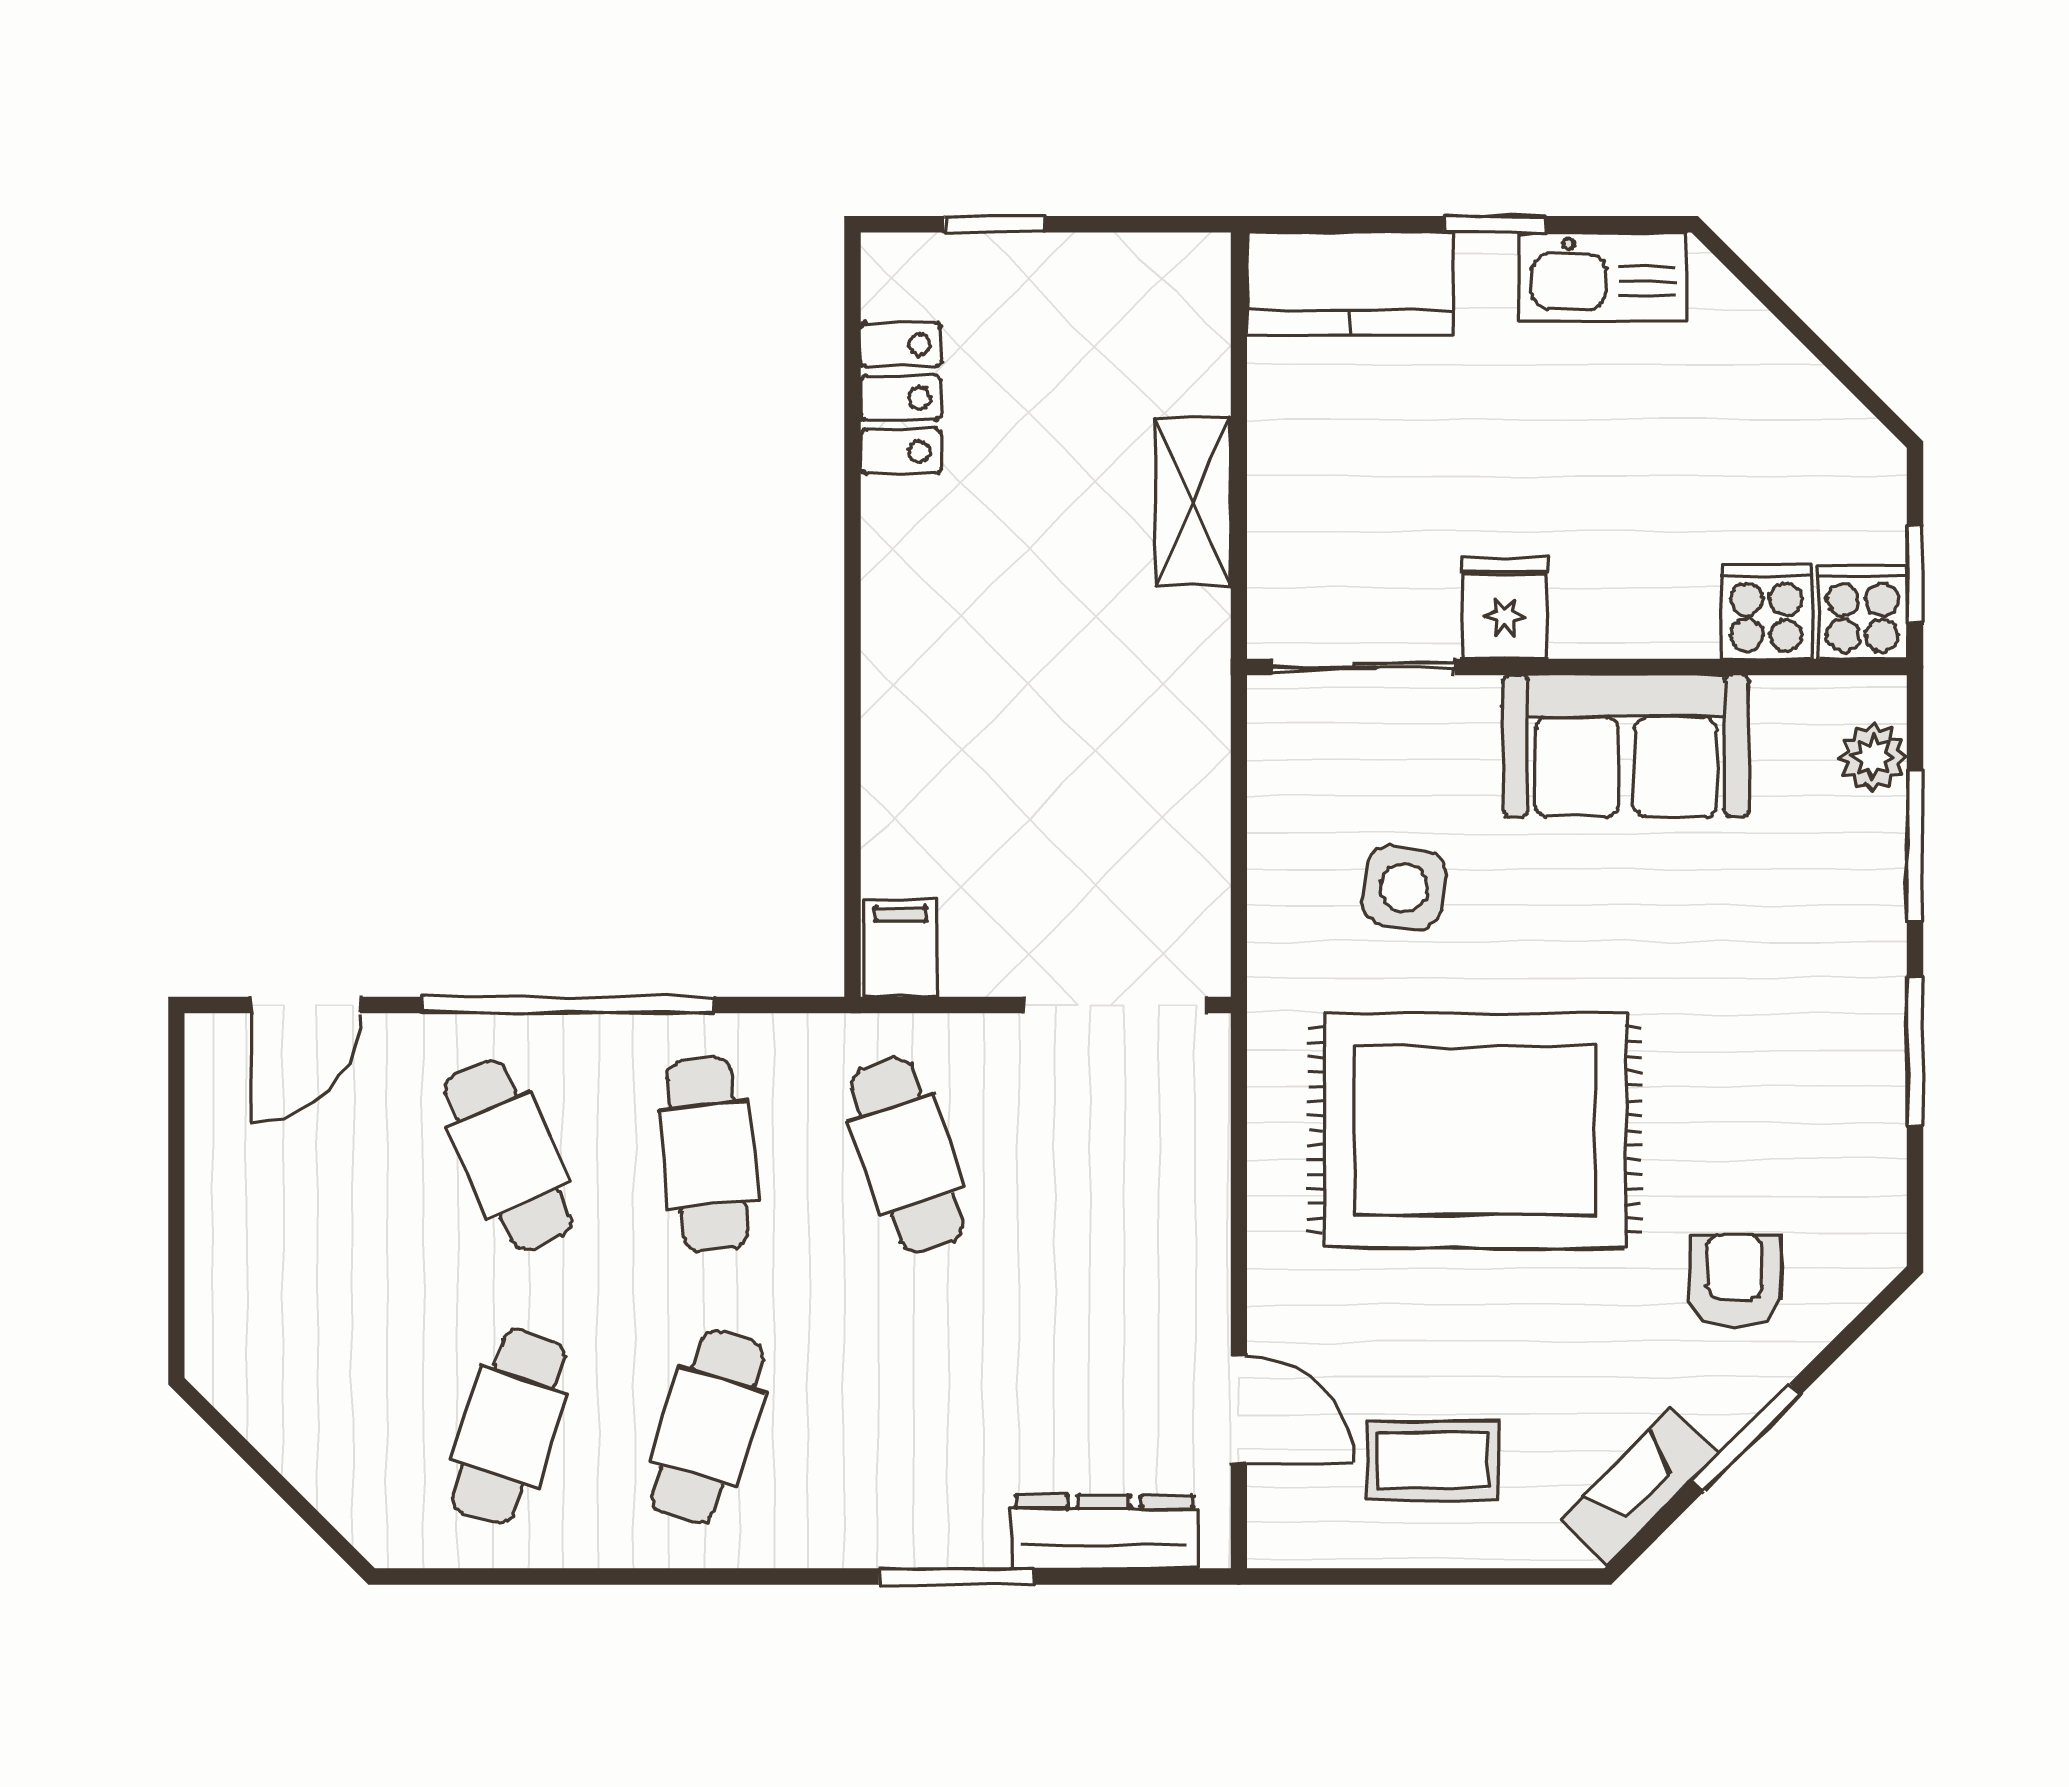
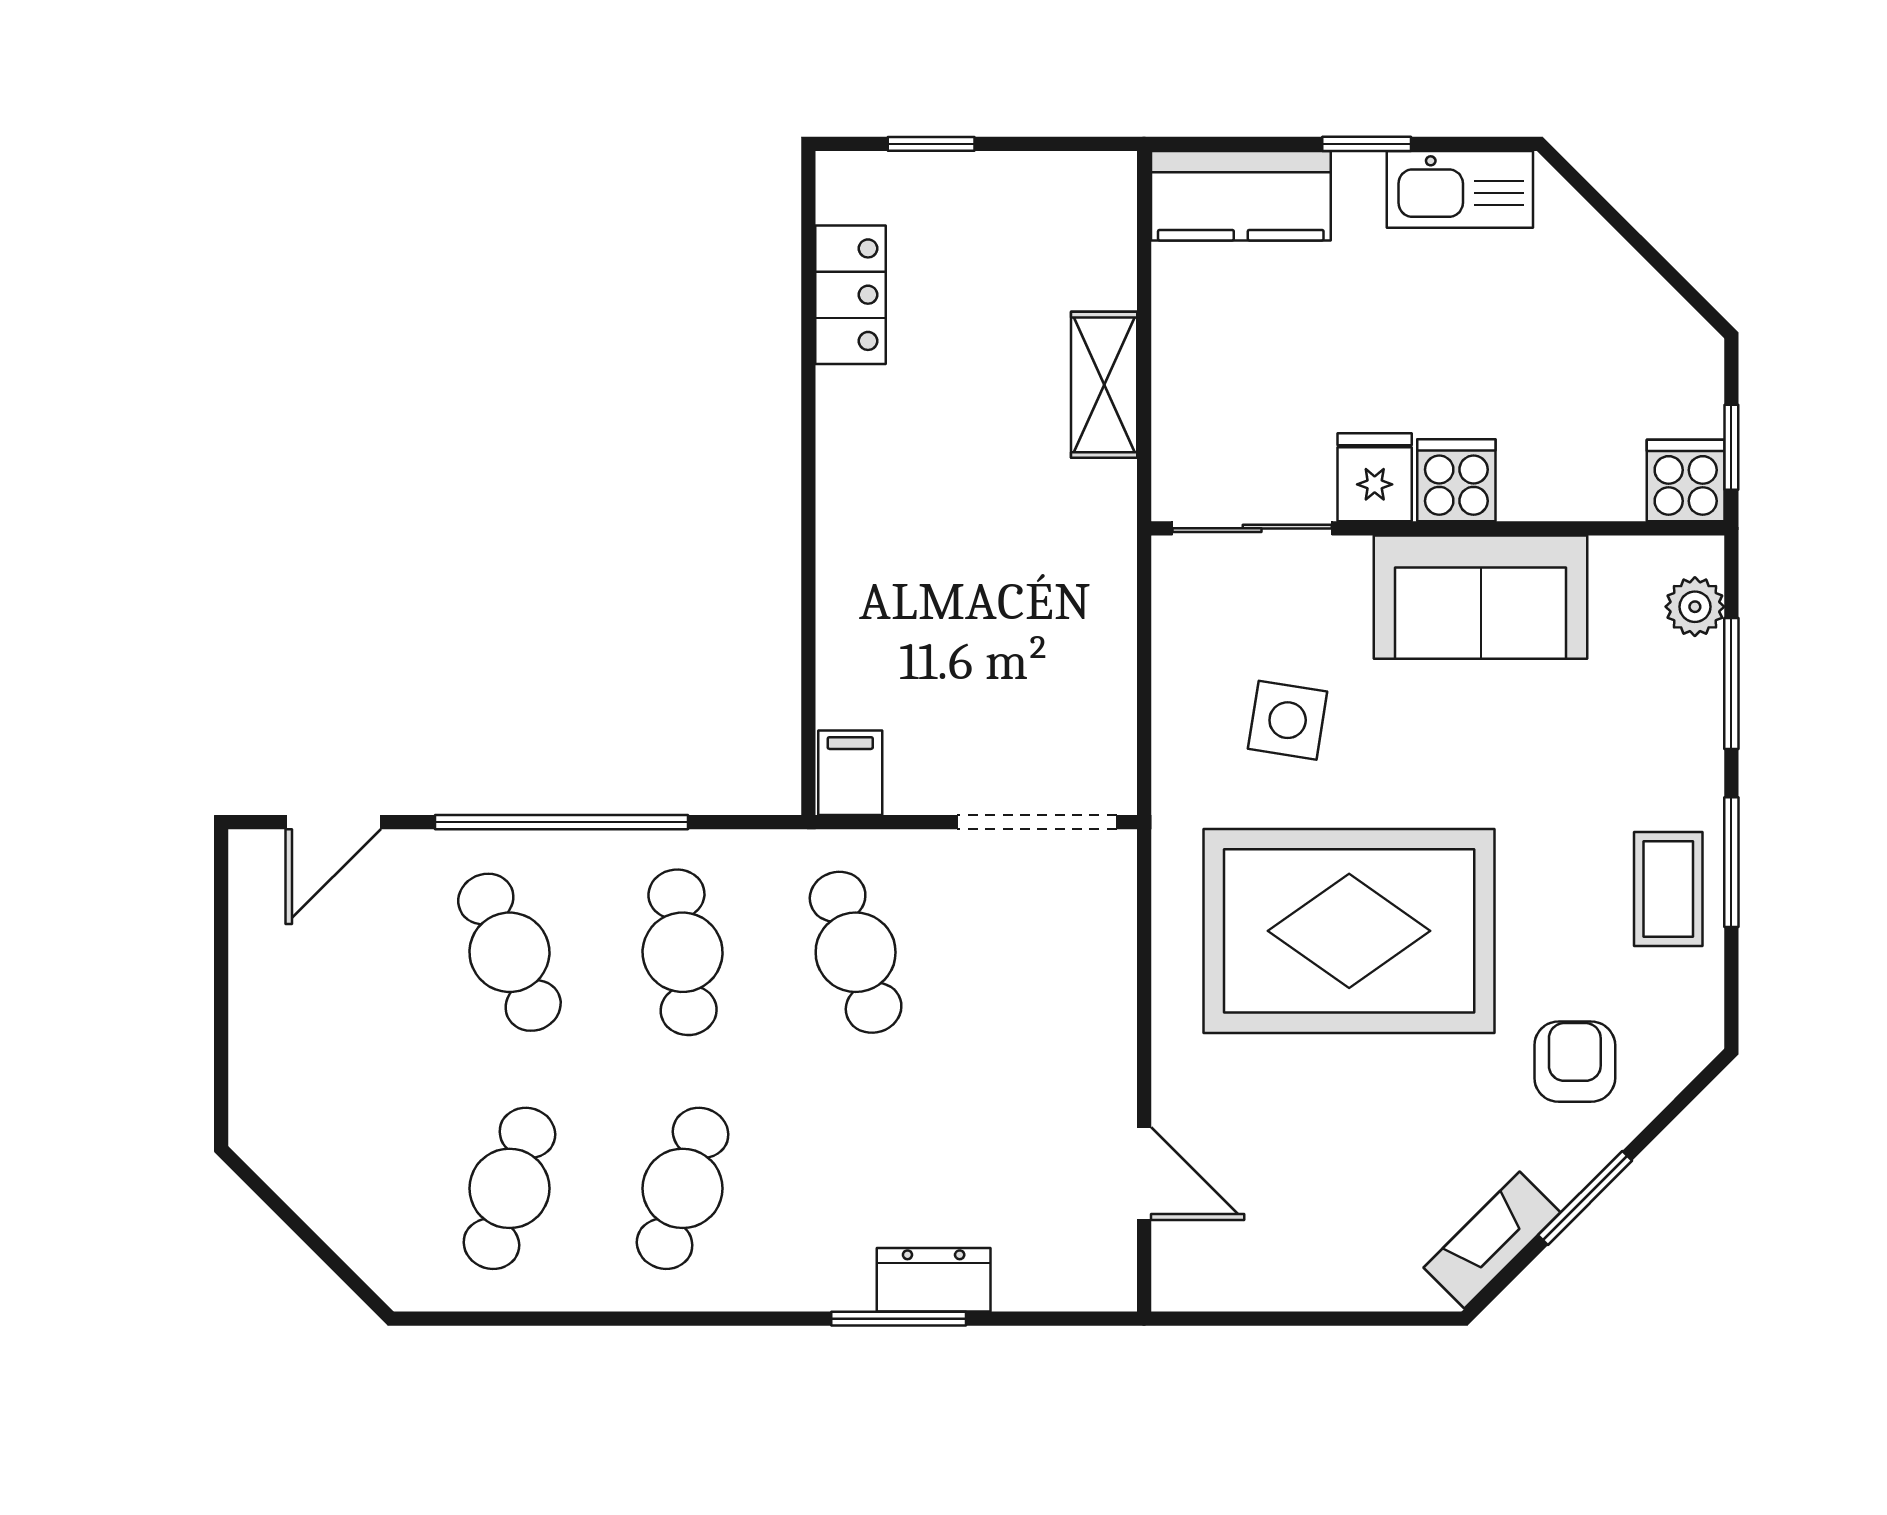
cooker: (1766, 611) -> (1456, 480), moved
coffee table: (1433, 1461) -> (1668, 889), moved, turned 90
dresser: (1104, 1532) -> (934, 1280), moved, width x0.70

